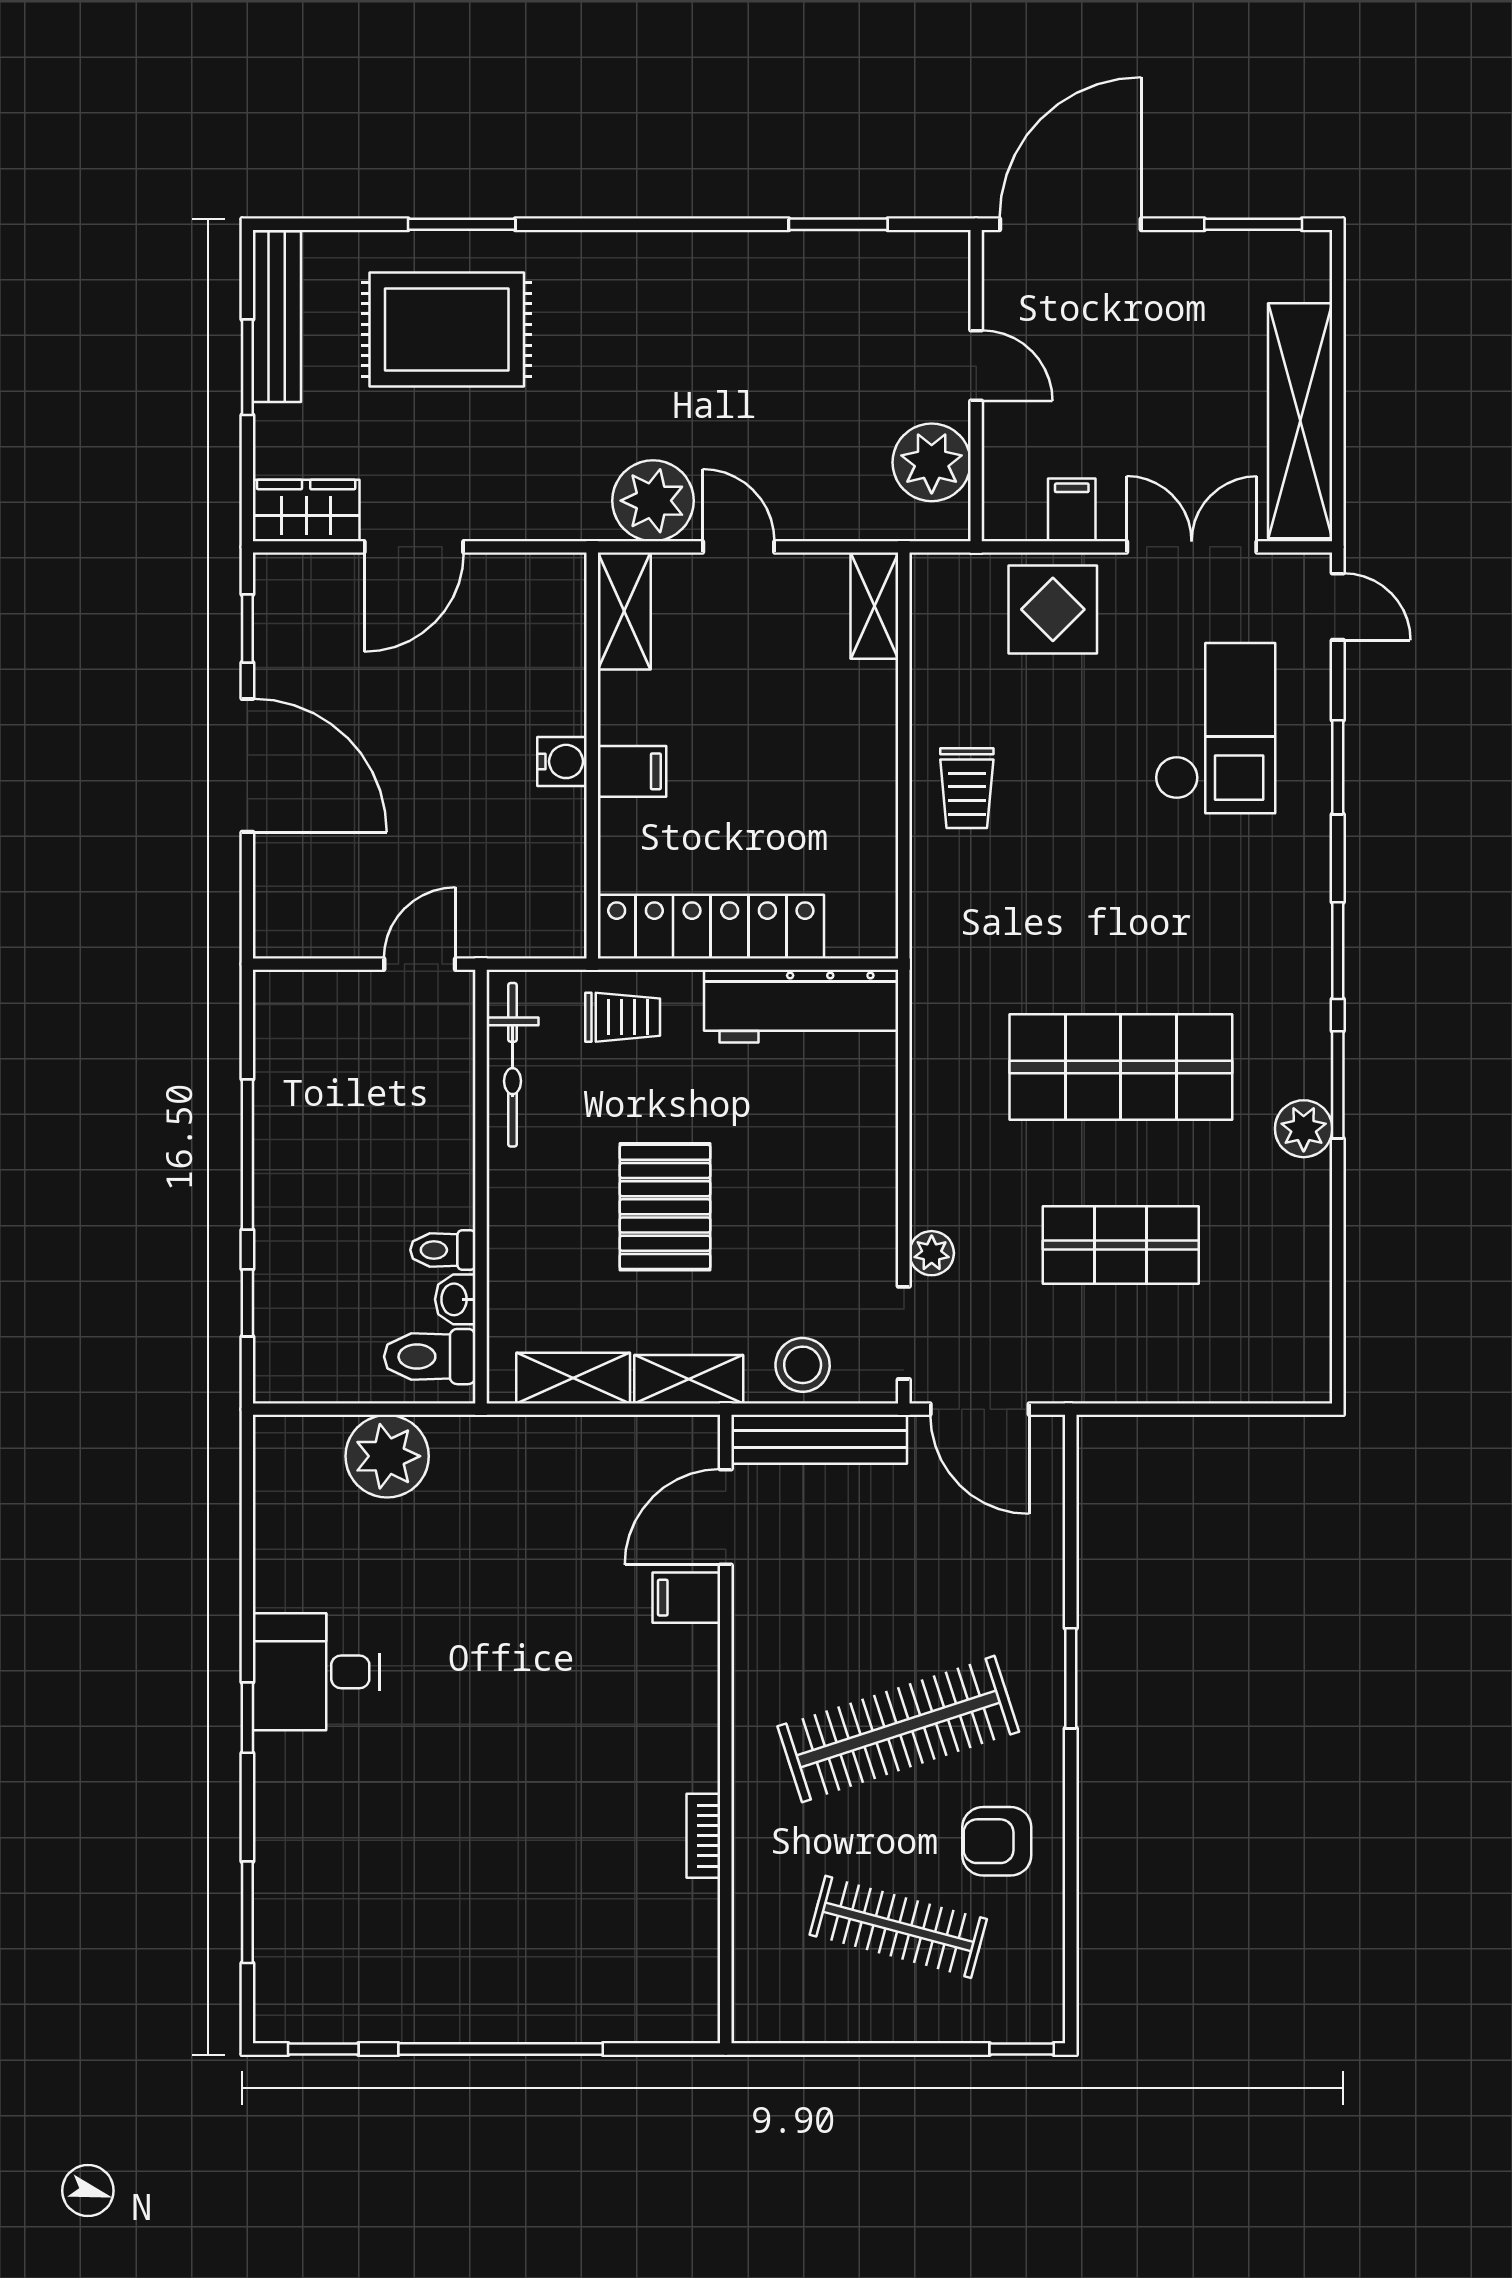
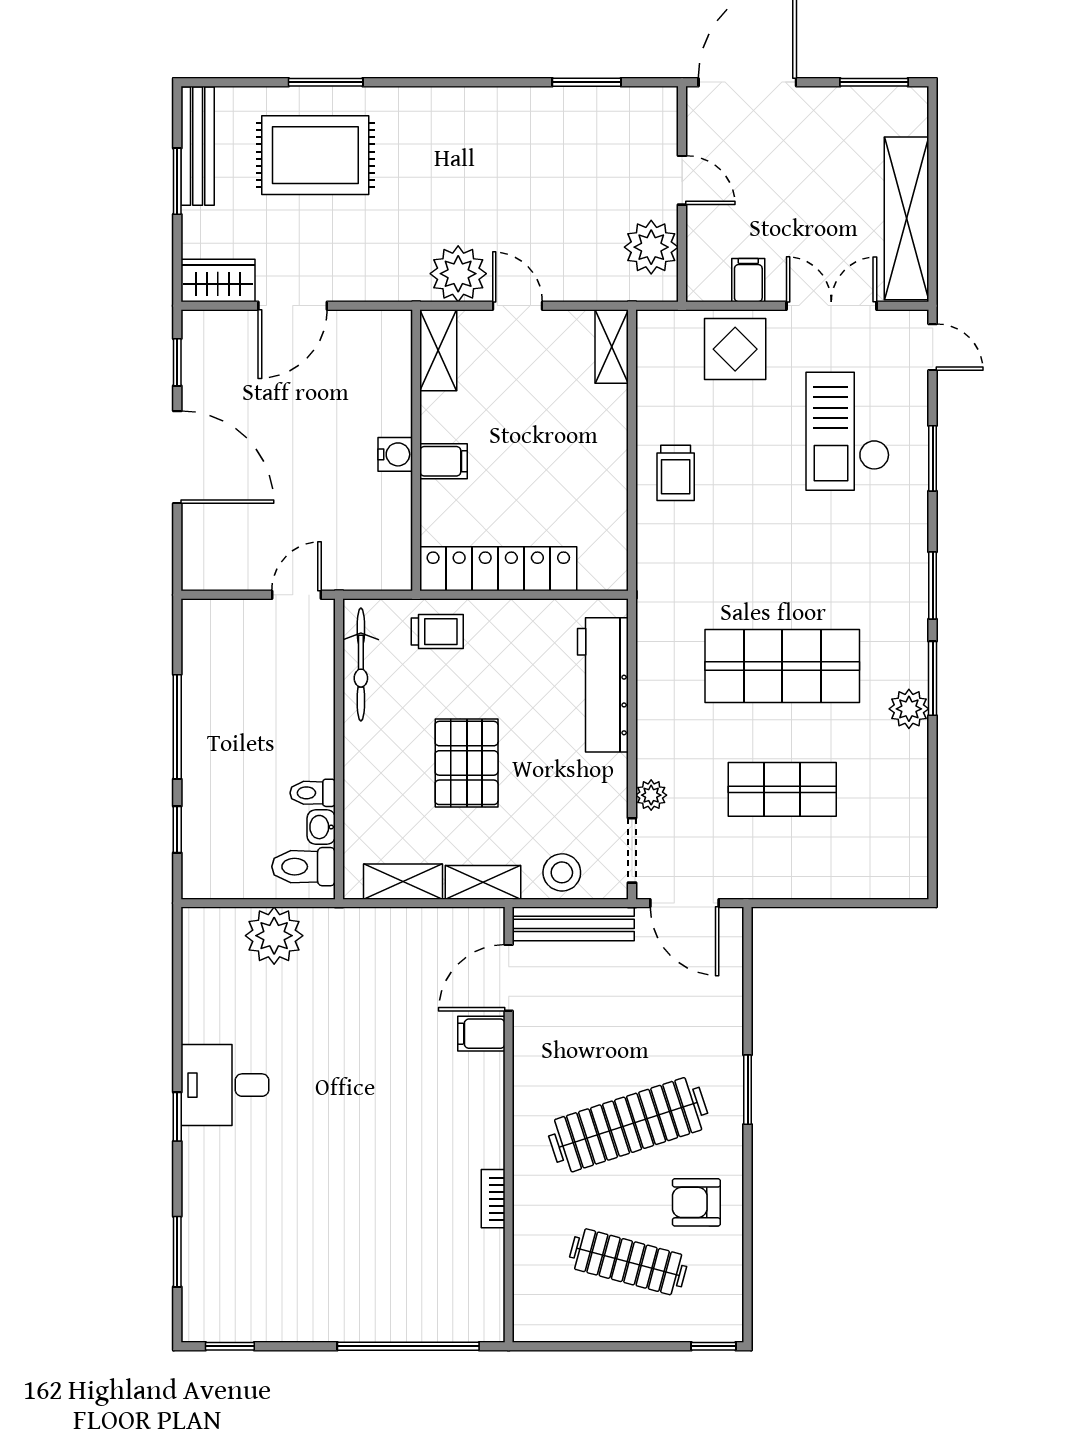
checkout: (1215, 728) -> (848, 431), turned 180
workbench: (801, 1006) -> (603, 685), moved, turned 90
window: (501, 2049) -> (408, 1346), moved

